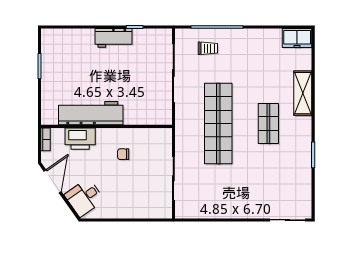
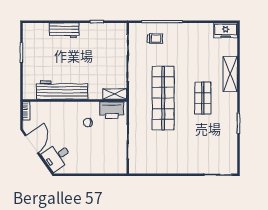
workbench: (114, 38) -> (64, 30), moved
shelving: (157, 118) -> (115, 94), added
printer: (80, 139) -> (112, 110), moved

